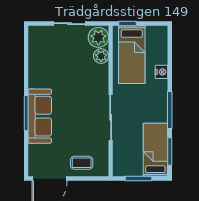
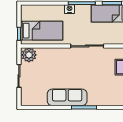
plant: (101, 56) -> (43, 53), removed
nightstand: (161, 72) -> (70, 9), moved
sofa: (40, 116) -> (67, 97), moved

